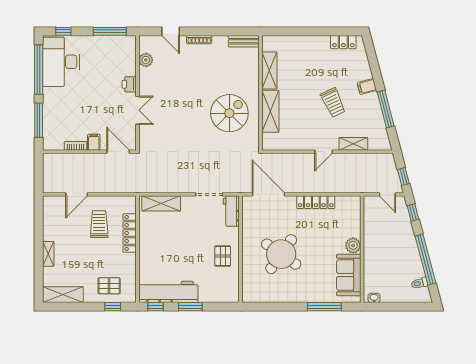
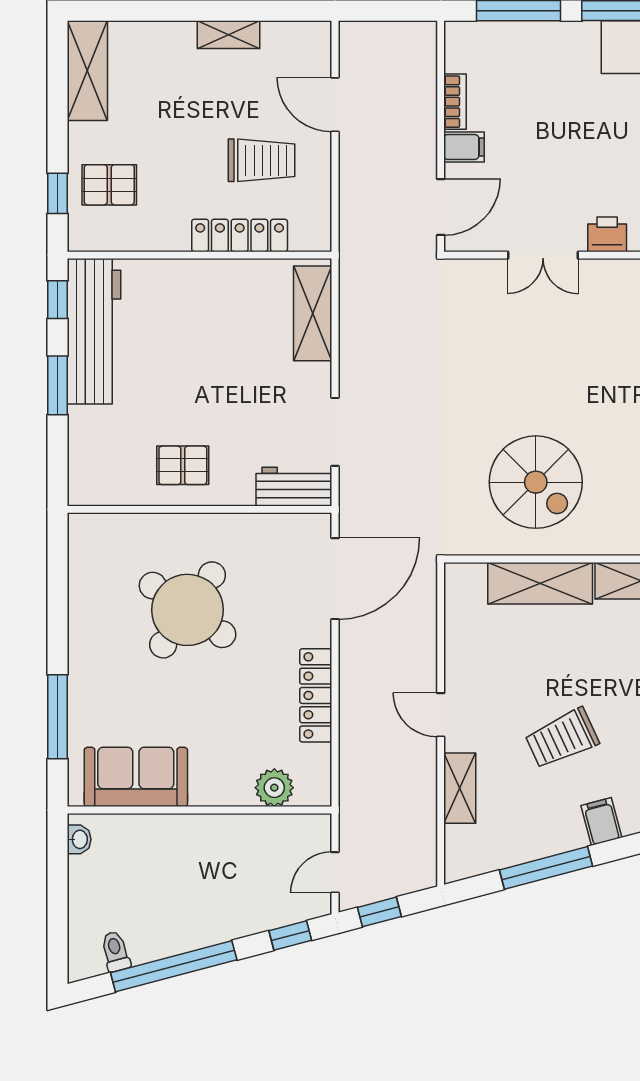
plant: (353, 245) -> (274, 788), moved
shelving: (48, 254) -> (229, 35), moved
pallet: (109, 286) -> (109, 185), turned 90

